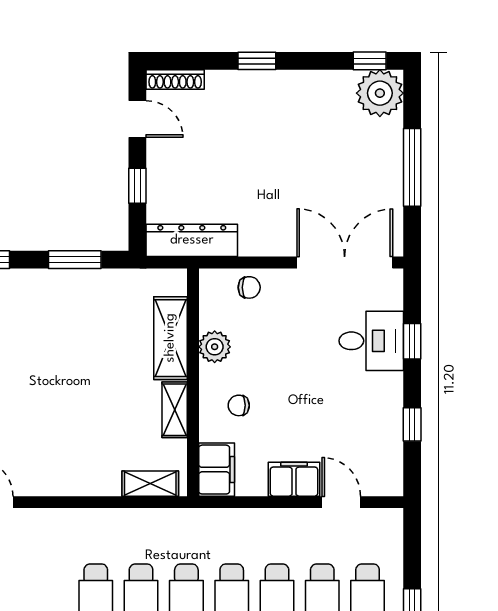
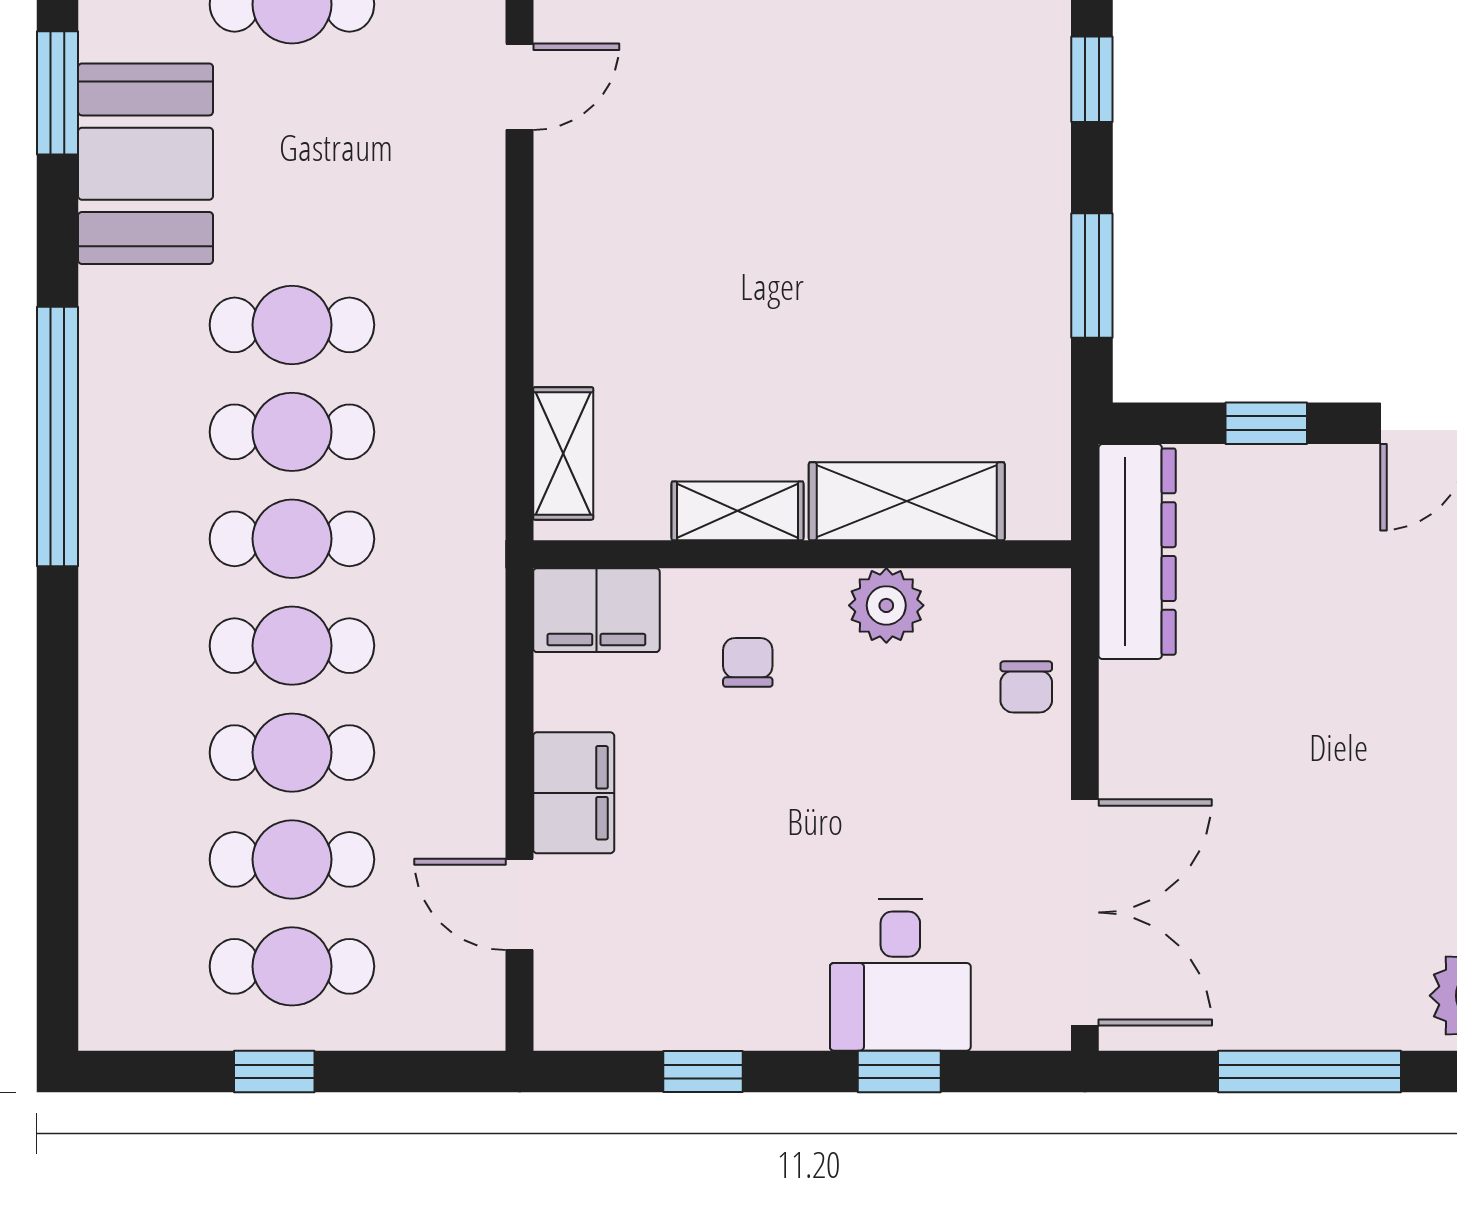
door: (341, 502) -> (520, 904), swing flipped

